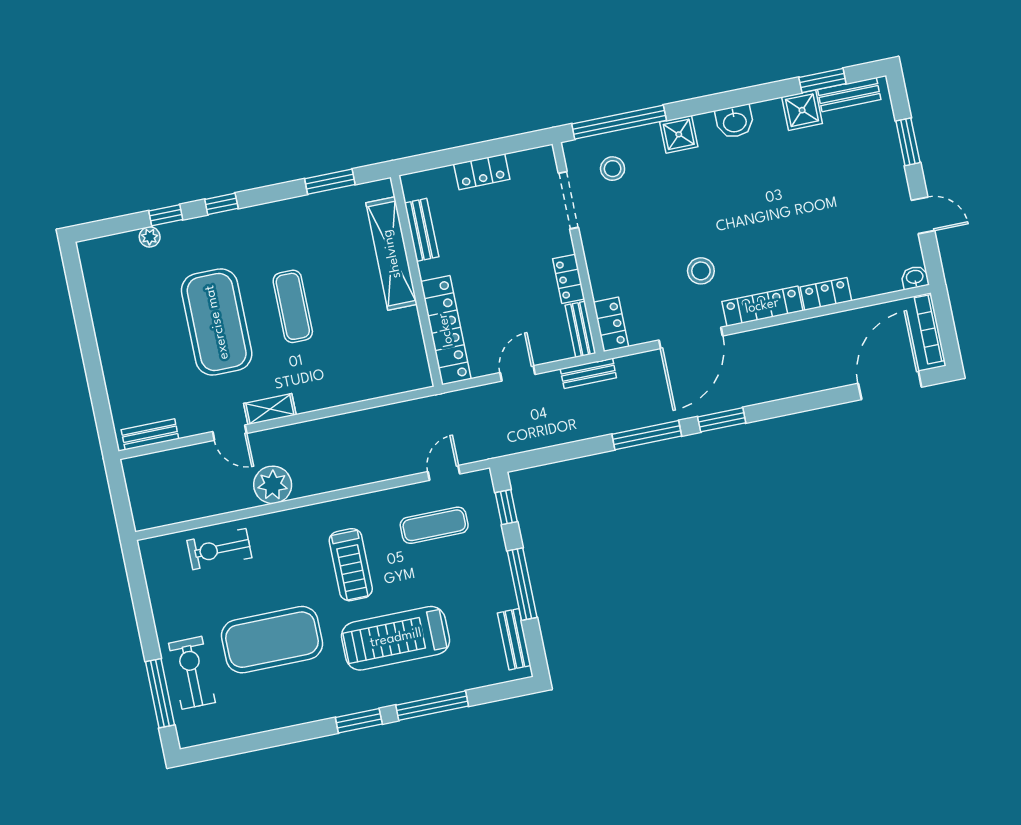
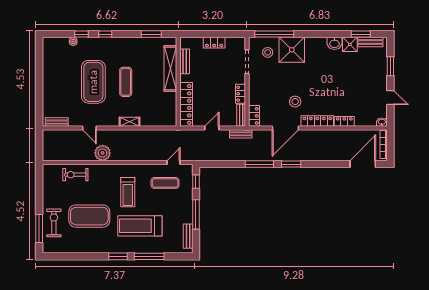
washbasin: (735, 122) -> (334, 43), moved
shower: (679, 134) -> (292, 50), width x1.86, depth x1.86
shelving: (270, 409) -> (129, 122), moved

